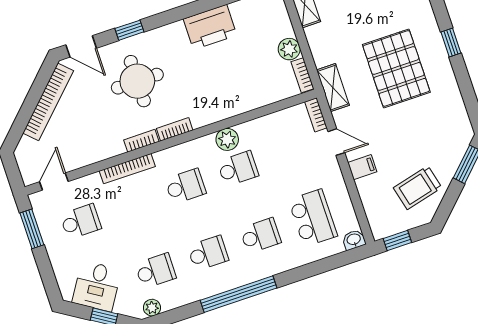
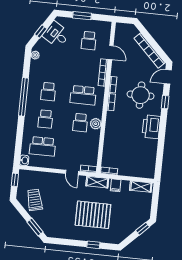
printer: (210, 27) -> (151, 127), moved
plant: (289, 49) -> (124, 170), removed
door: (336, 142) -> (72, 173), hinge flipped
filing cabinet: (362, 167) -> (116, 185), moved
door: (54, 182) -> (111, 52), moved
school desk: (185, 186) -> (83, 95), width x1.85
window: (32, 229) -> (82, 16), moved
school desk: (156, 271) -> (51, 64), removed

